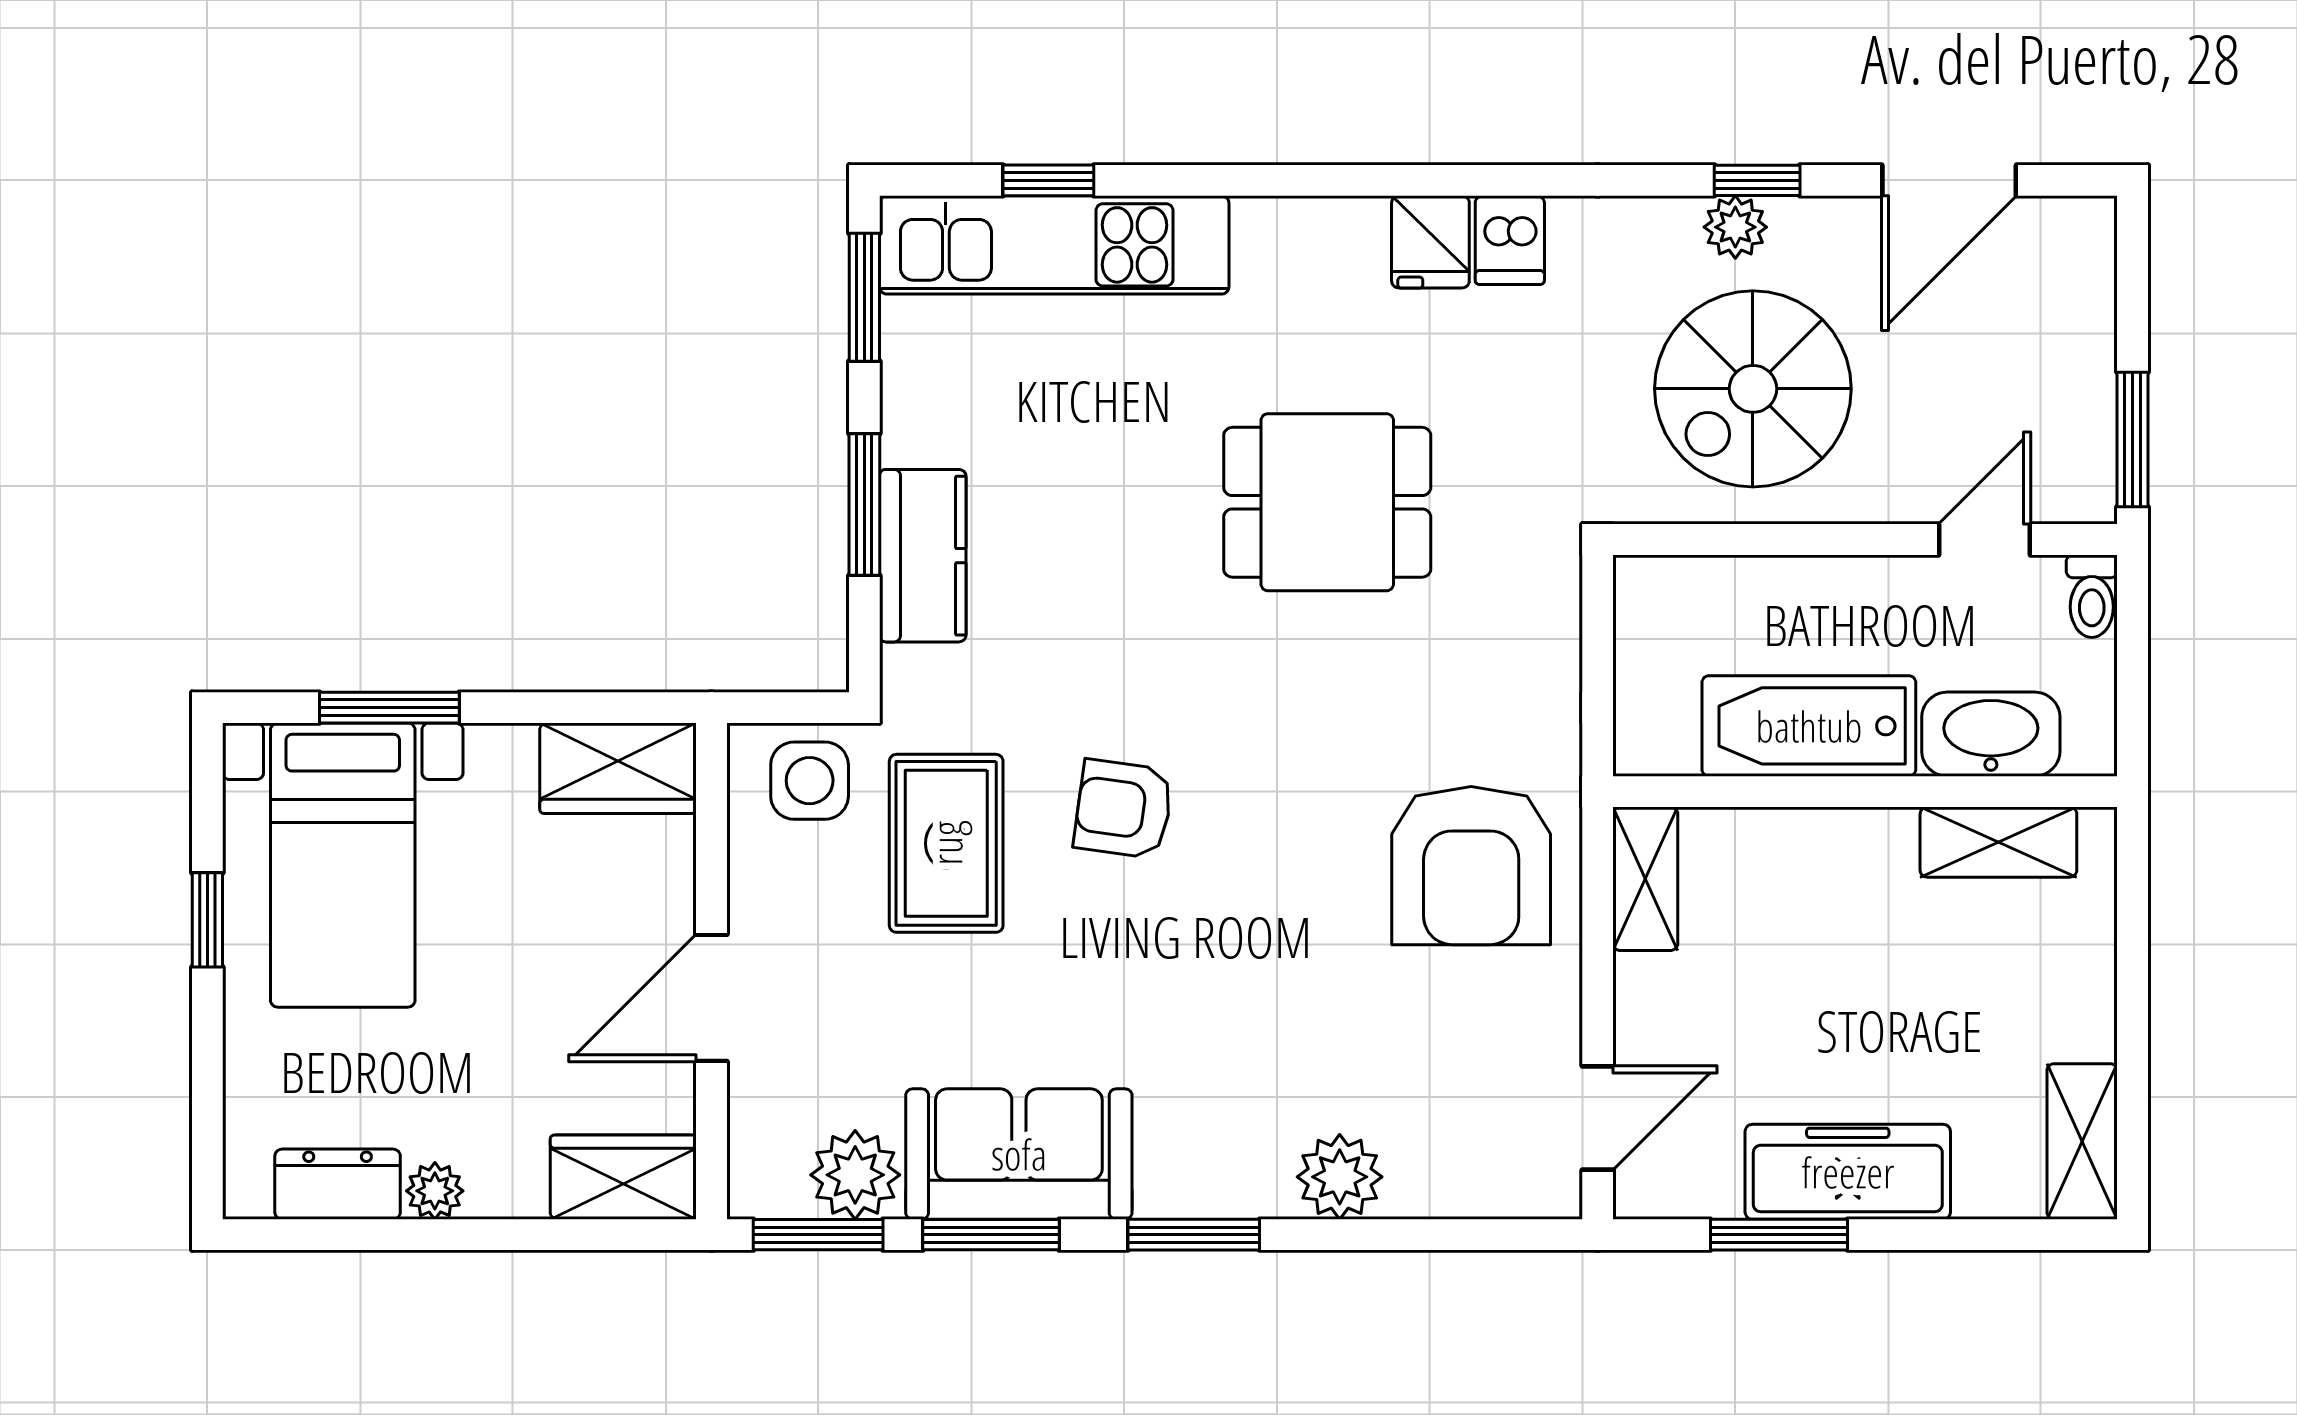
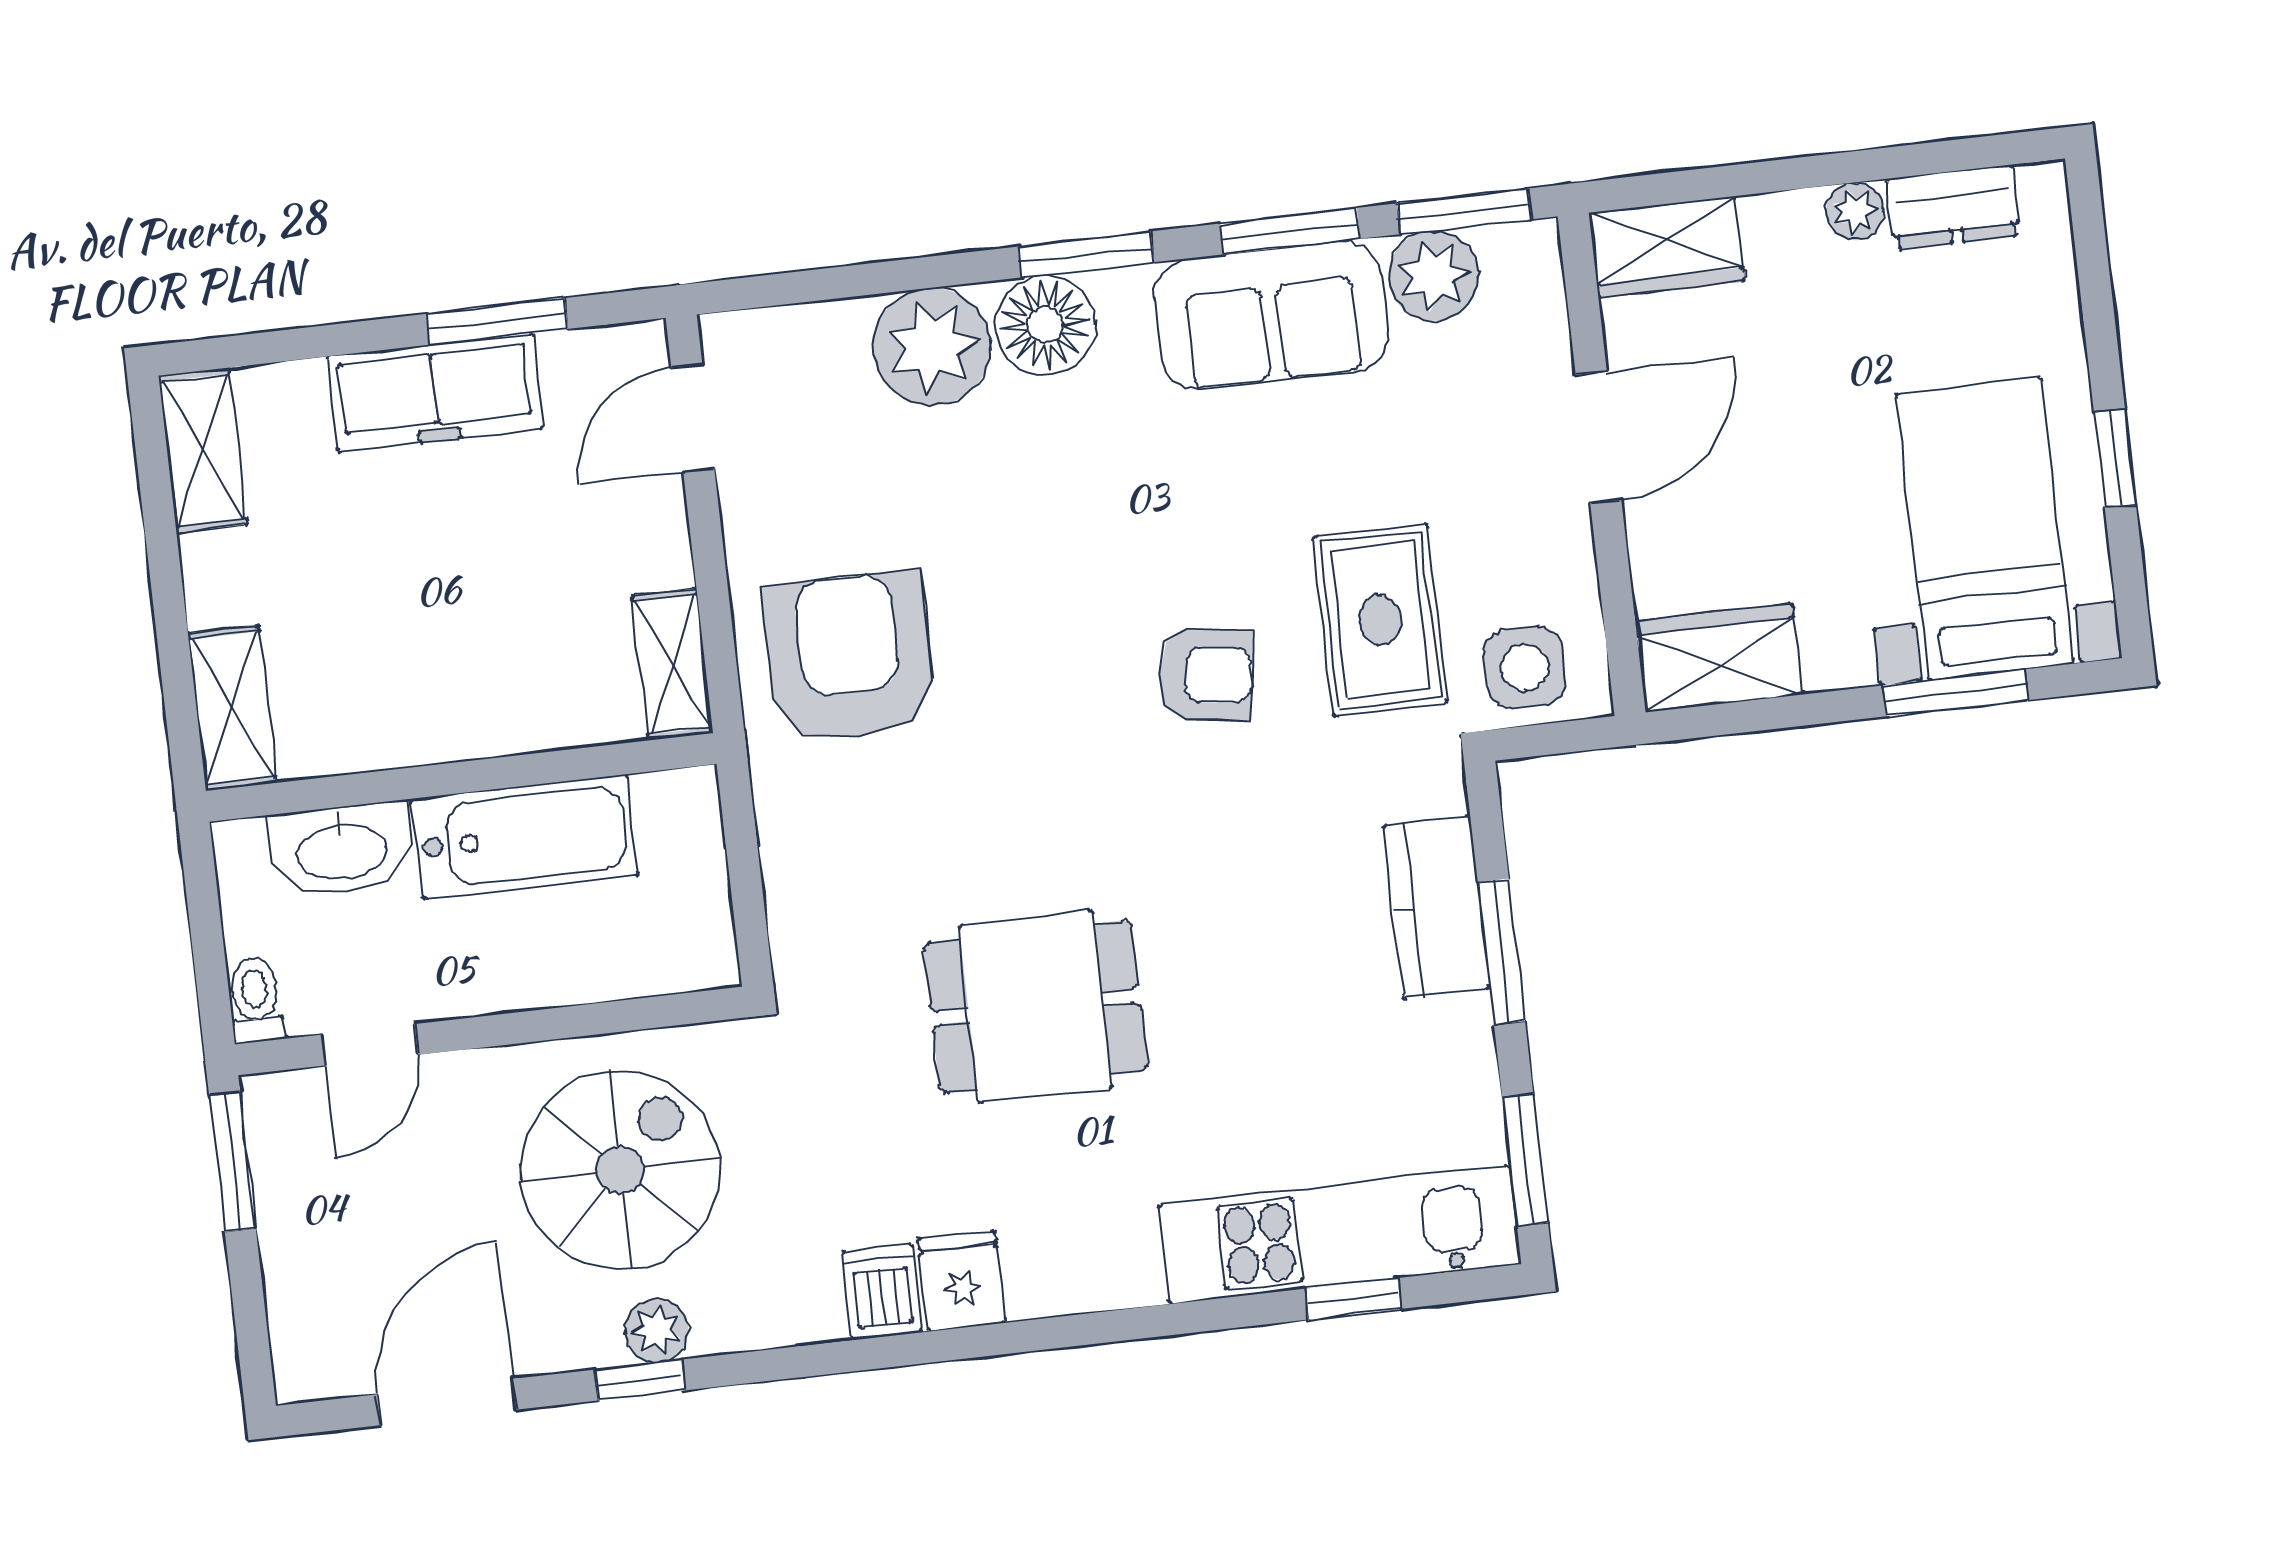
shelving: (1998, 842) -> (232, 708), moved, turned 90
floor lamp: (1242, 1170) -> (1045, 325), added
plant: (1340, 1177) -> (932, 347), width x1.36, depth x1.36

